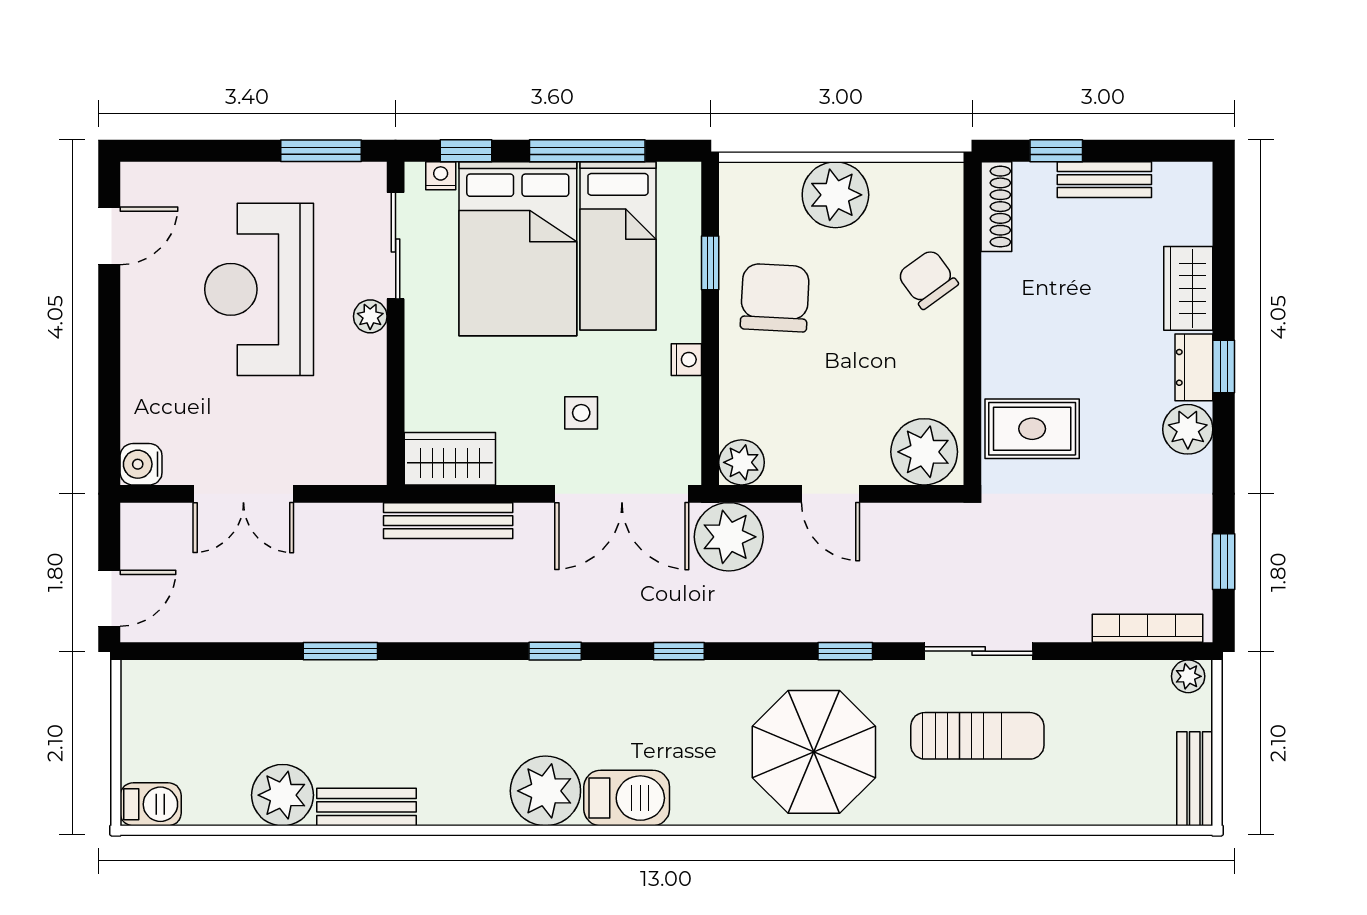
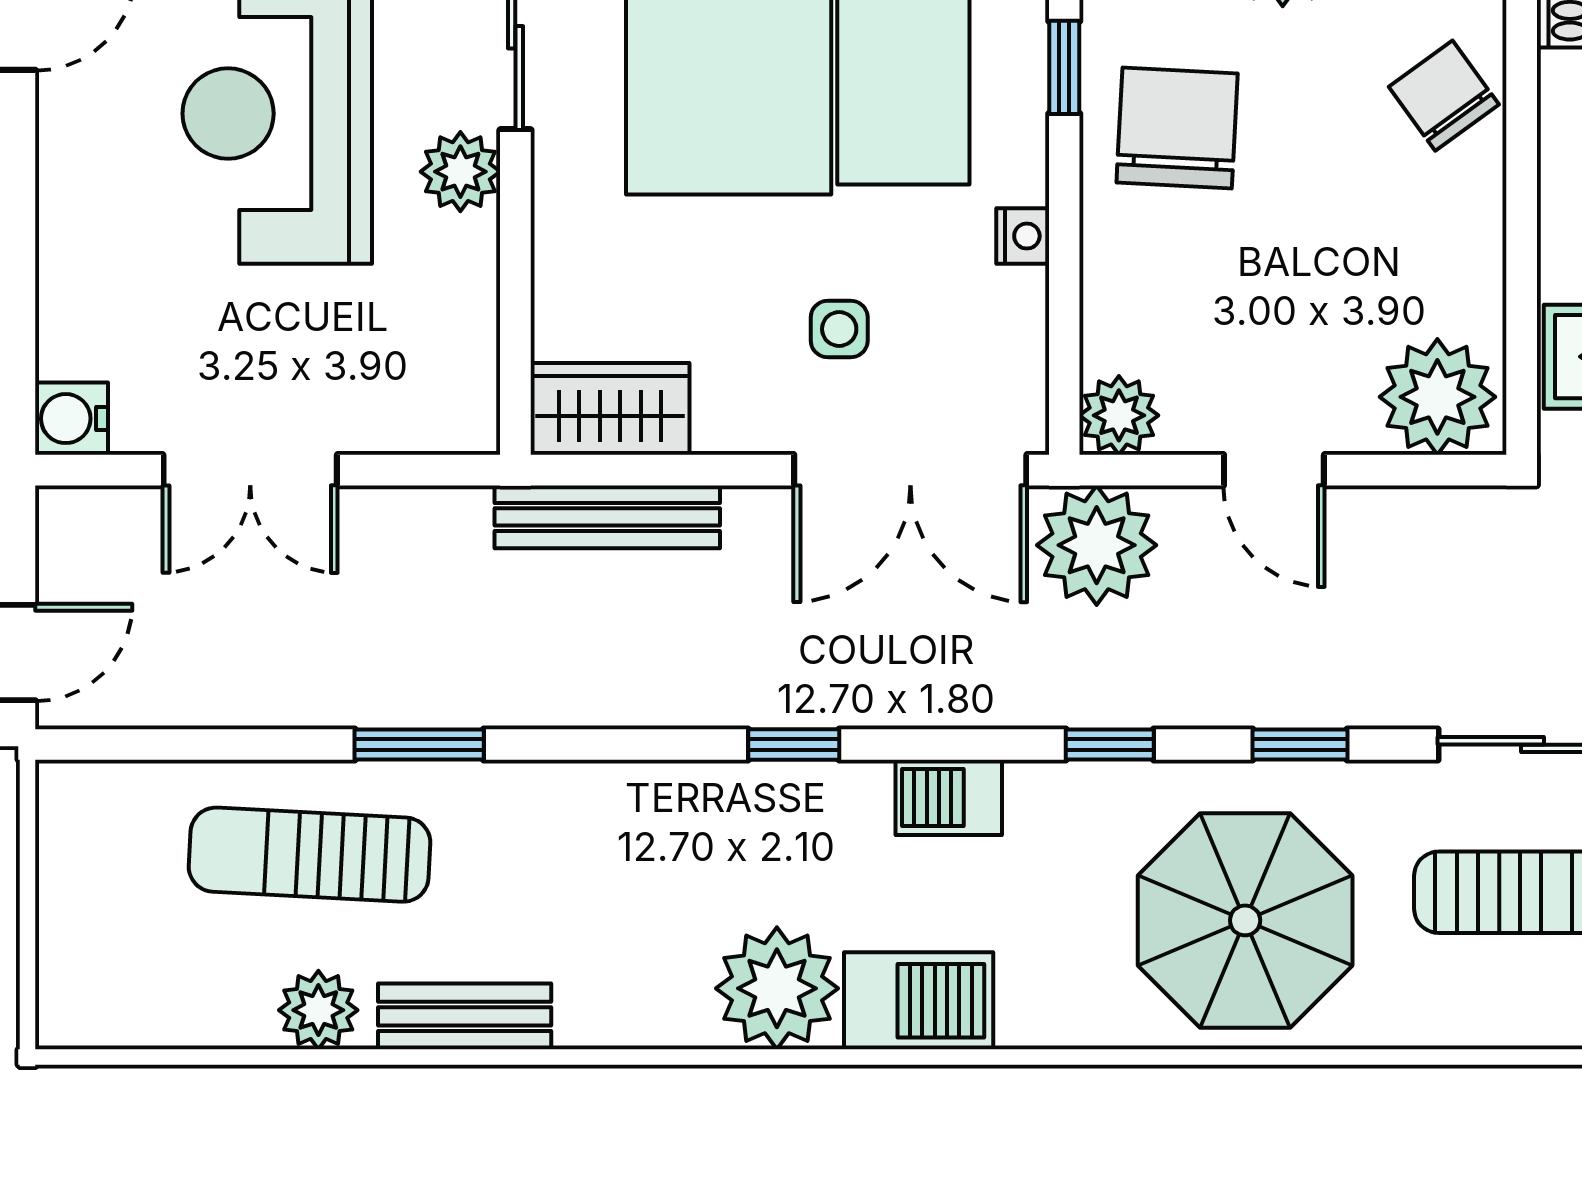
plant: (370, 316) -> (460, 172), width x1.38, depth x1.38
window: (679, 651) -> (1110, 745), moved
sun lounger: (278, 714) -> (310, 855), added
plant: (283, 795) -> (318, 1010), width x0.73, depth x0.73
barbecue: (151, 804) -> (949, 797), moved, turned 180

